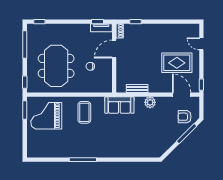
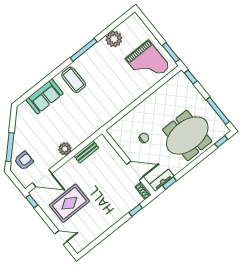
door: (114, 49) -> (135, 171), hinge flipped
meeting table: (56, 66) -> (187, 136), moved, turned 90
sofa: (119, 105) -> (45, 97), moved, turned 180
coffee table: (84, 112) -> (74, 80), moved
grand piano: (46, 116) -> (148, 63), turned 90
plant: (56, 150) -> (114, 39), added

